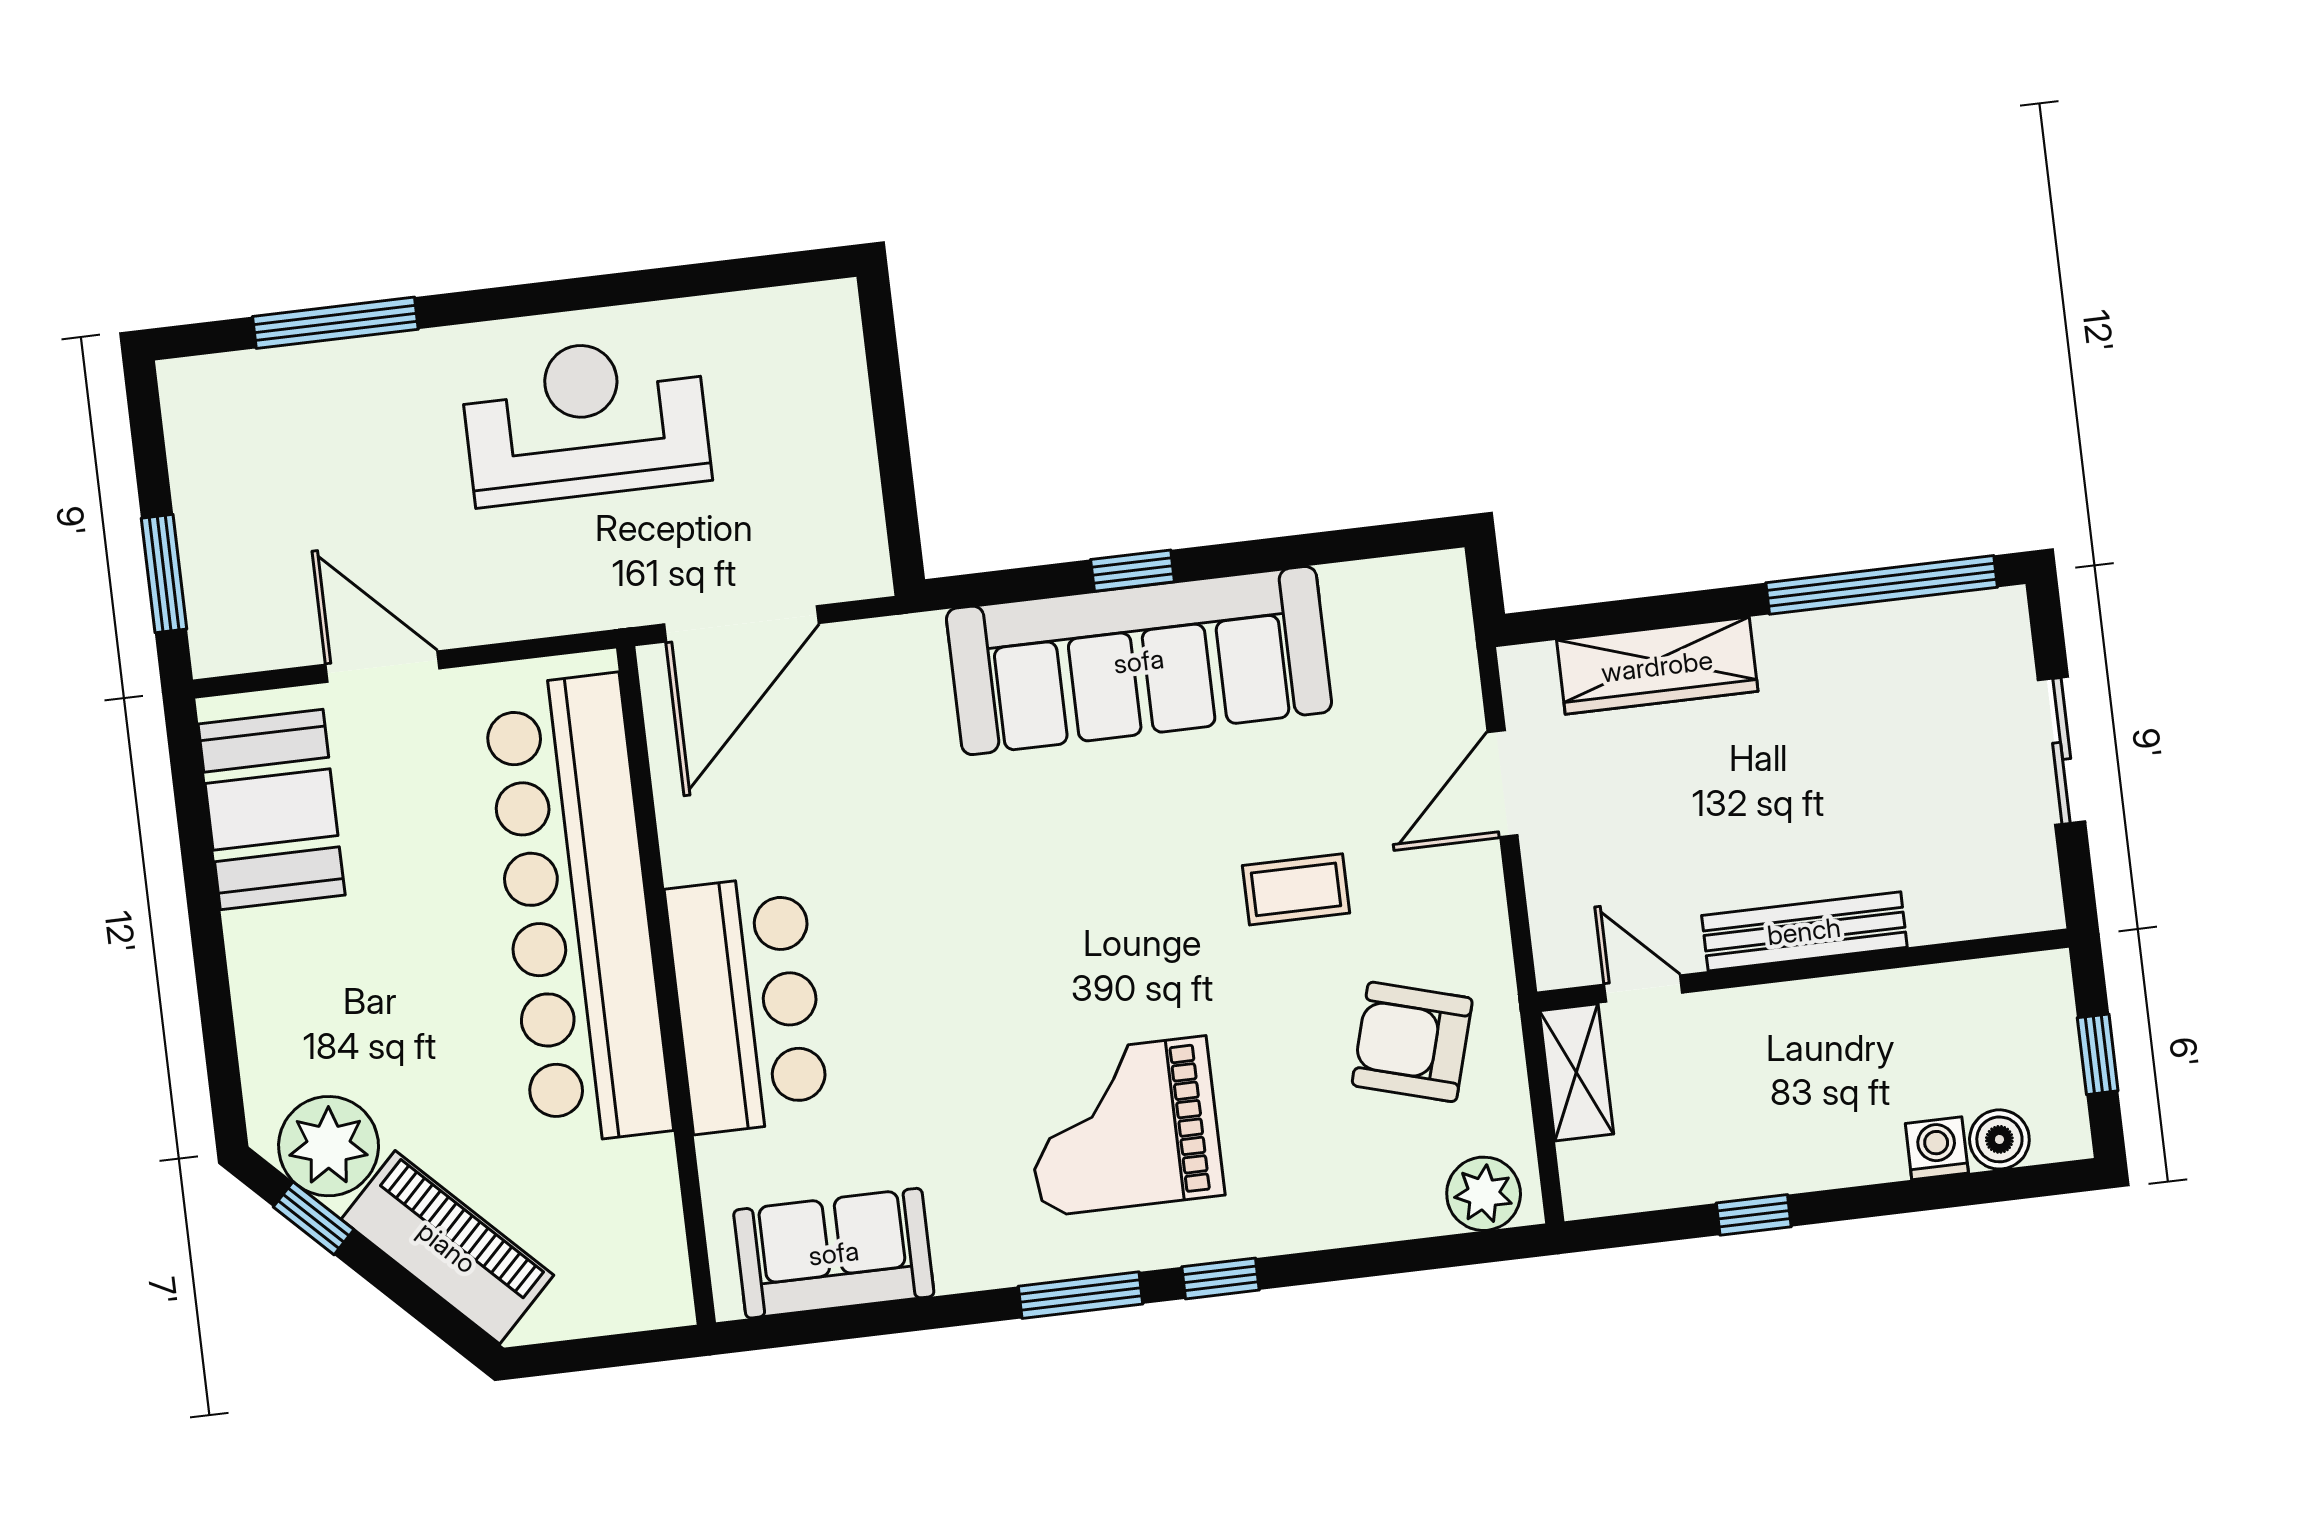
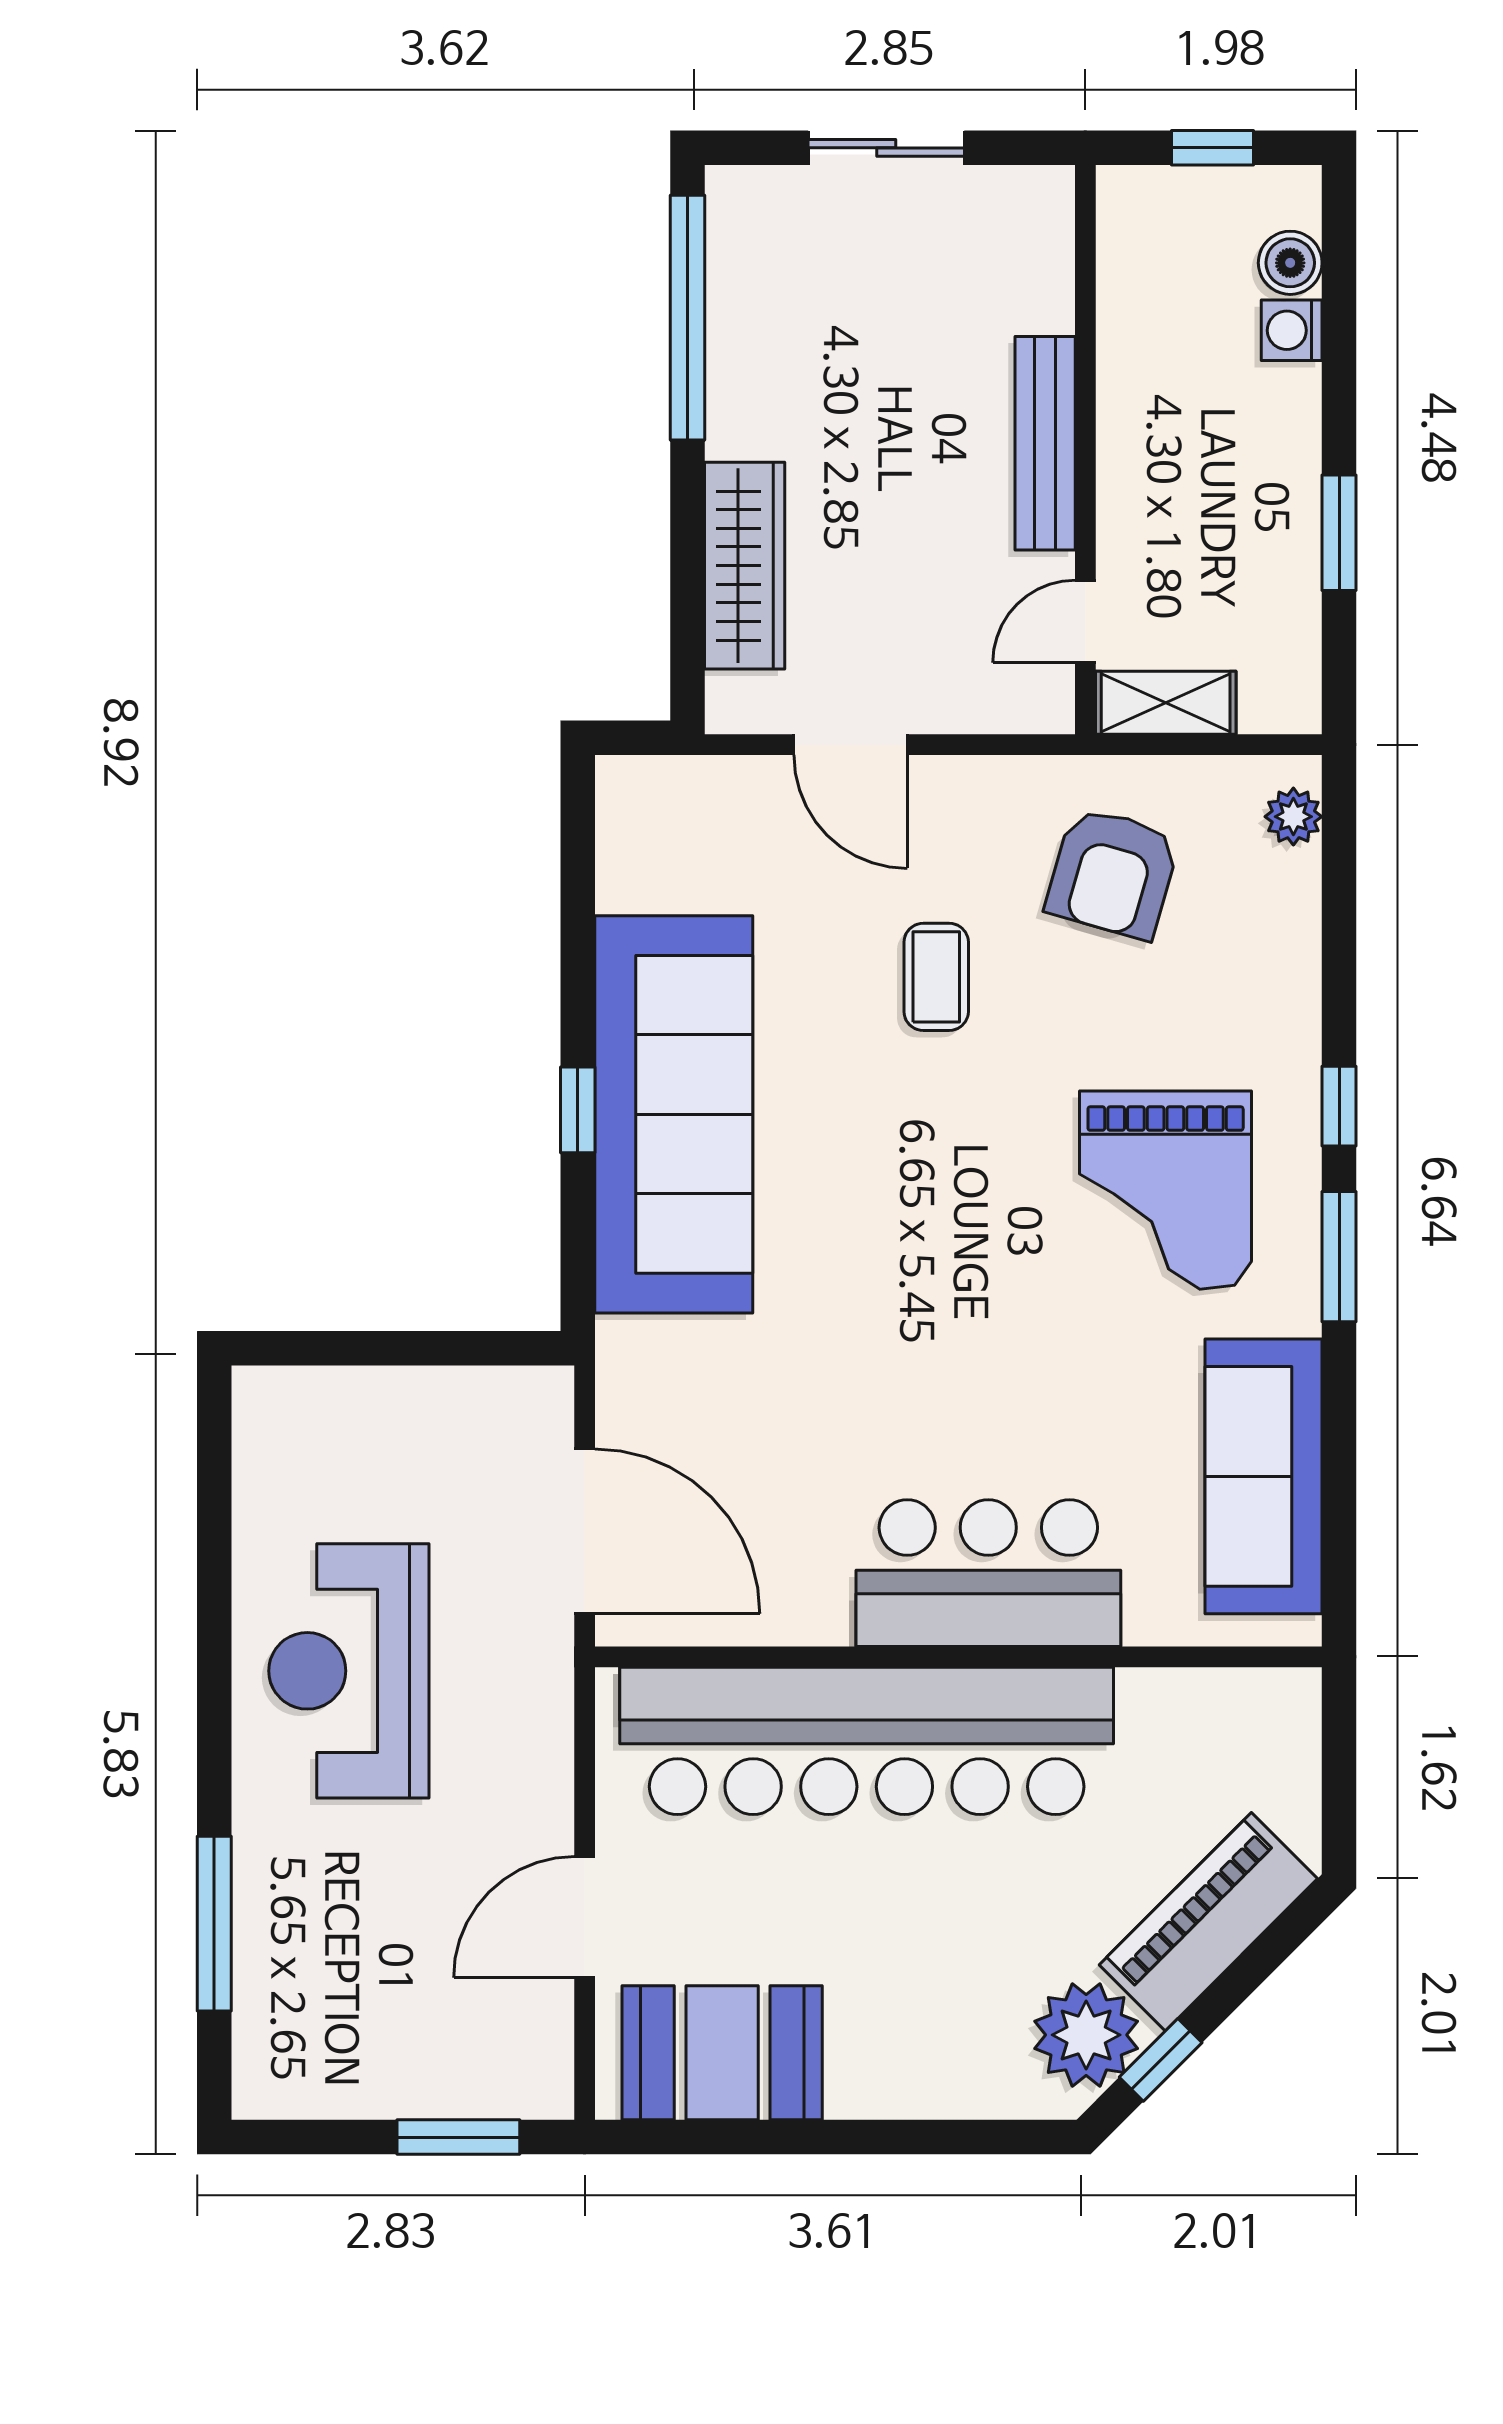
plant: (1484, 1194) -> (1293, 817), width x0.73, depth x0.73
window: (1754, 1215) -> (1339, 533), width x1.50
sofa: (834, 1253) -> (1263, 1476), width x1.36

